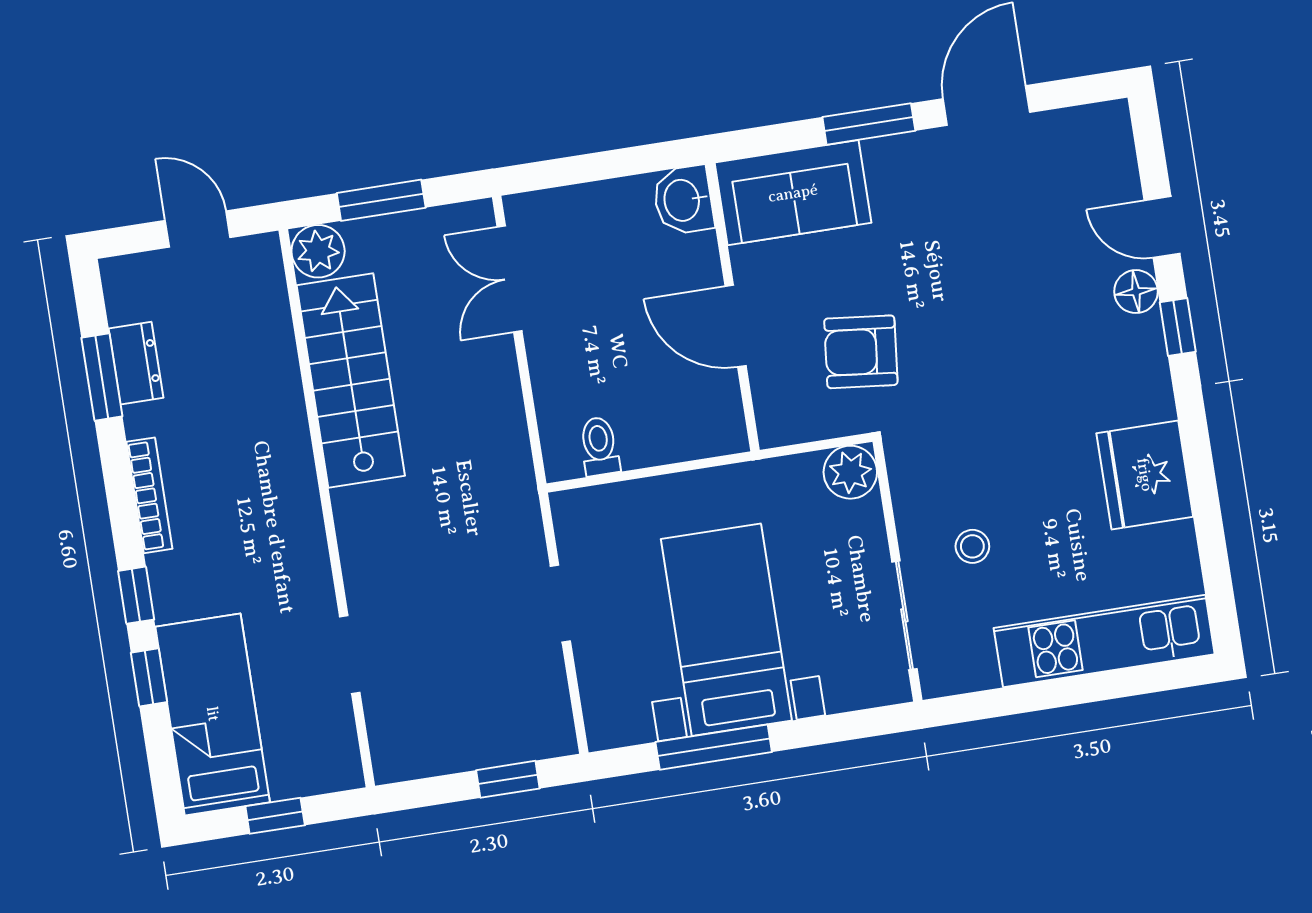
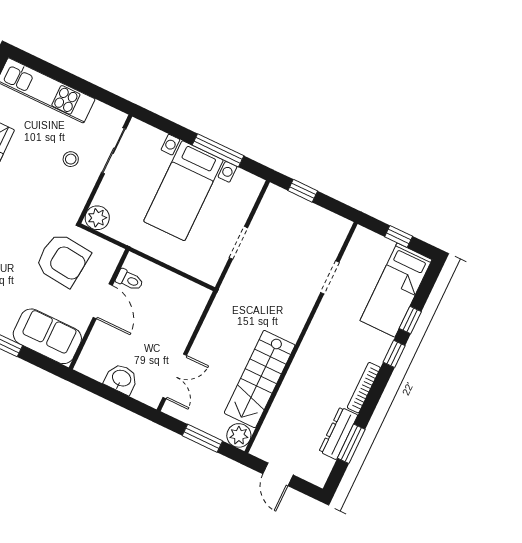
washbasin: (683, 200) -> (121, 379), moved, turned -90
armchair: (861, 352) -> (63, 260), width x1.36, depth x1.36
dresser: (136, 363) -> (338, 433), width x1.44
toilet: (599, 446) -> (129, 280), moved, turned -90

